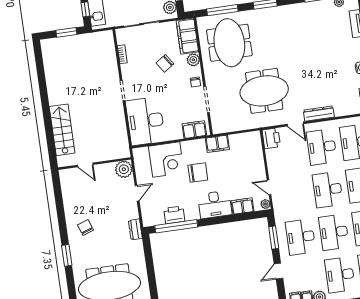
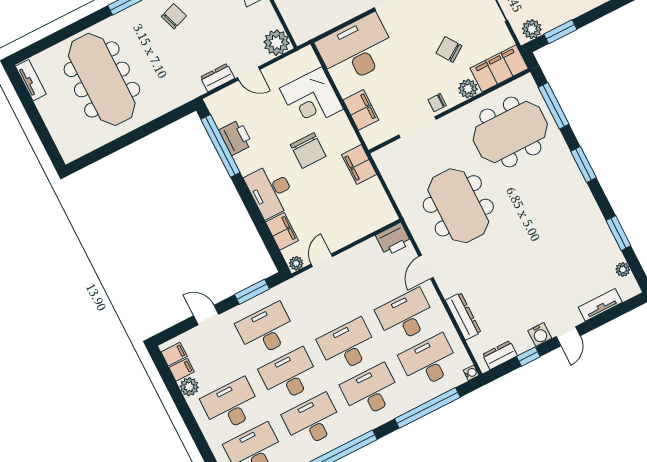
dresser: (319, 114) -> (463, 316), moved
filing cabinet: (194, 130) -> (361, 110), moved
dresser: (135, 229) -> (217, 78), moved

